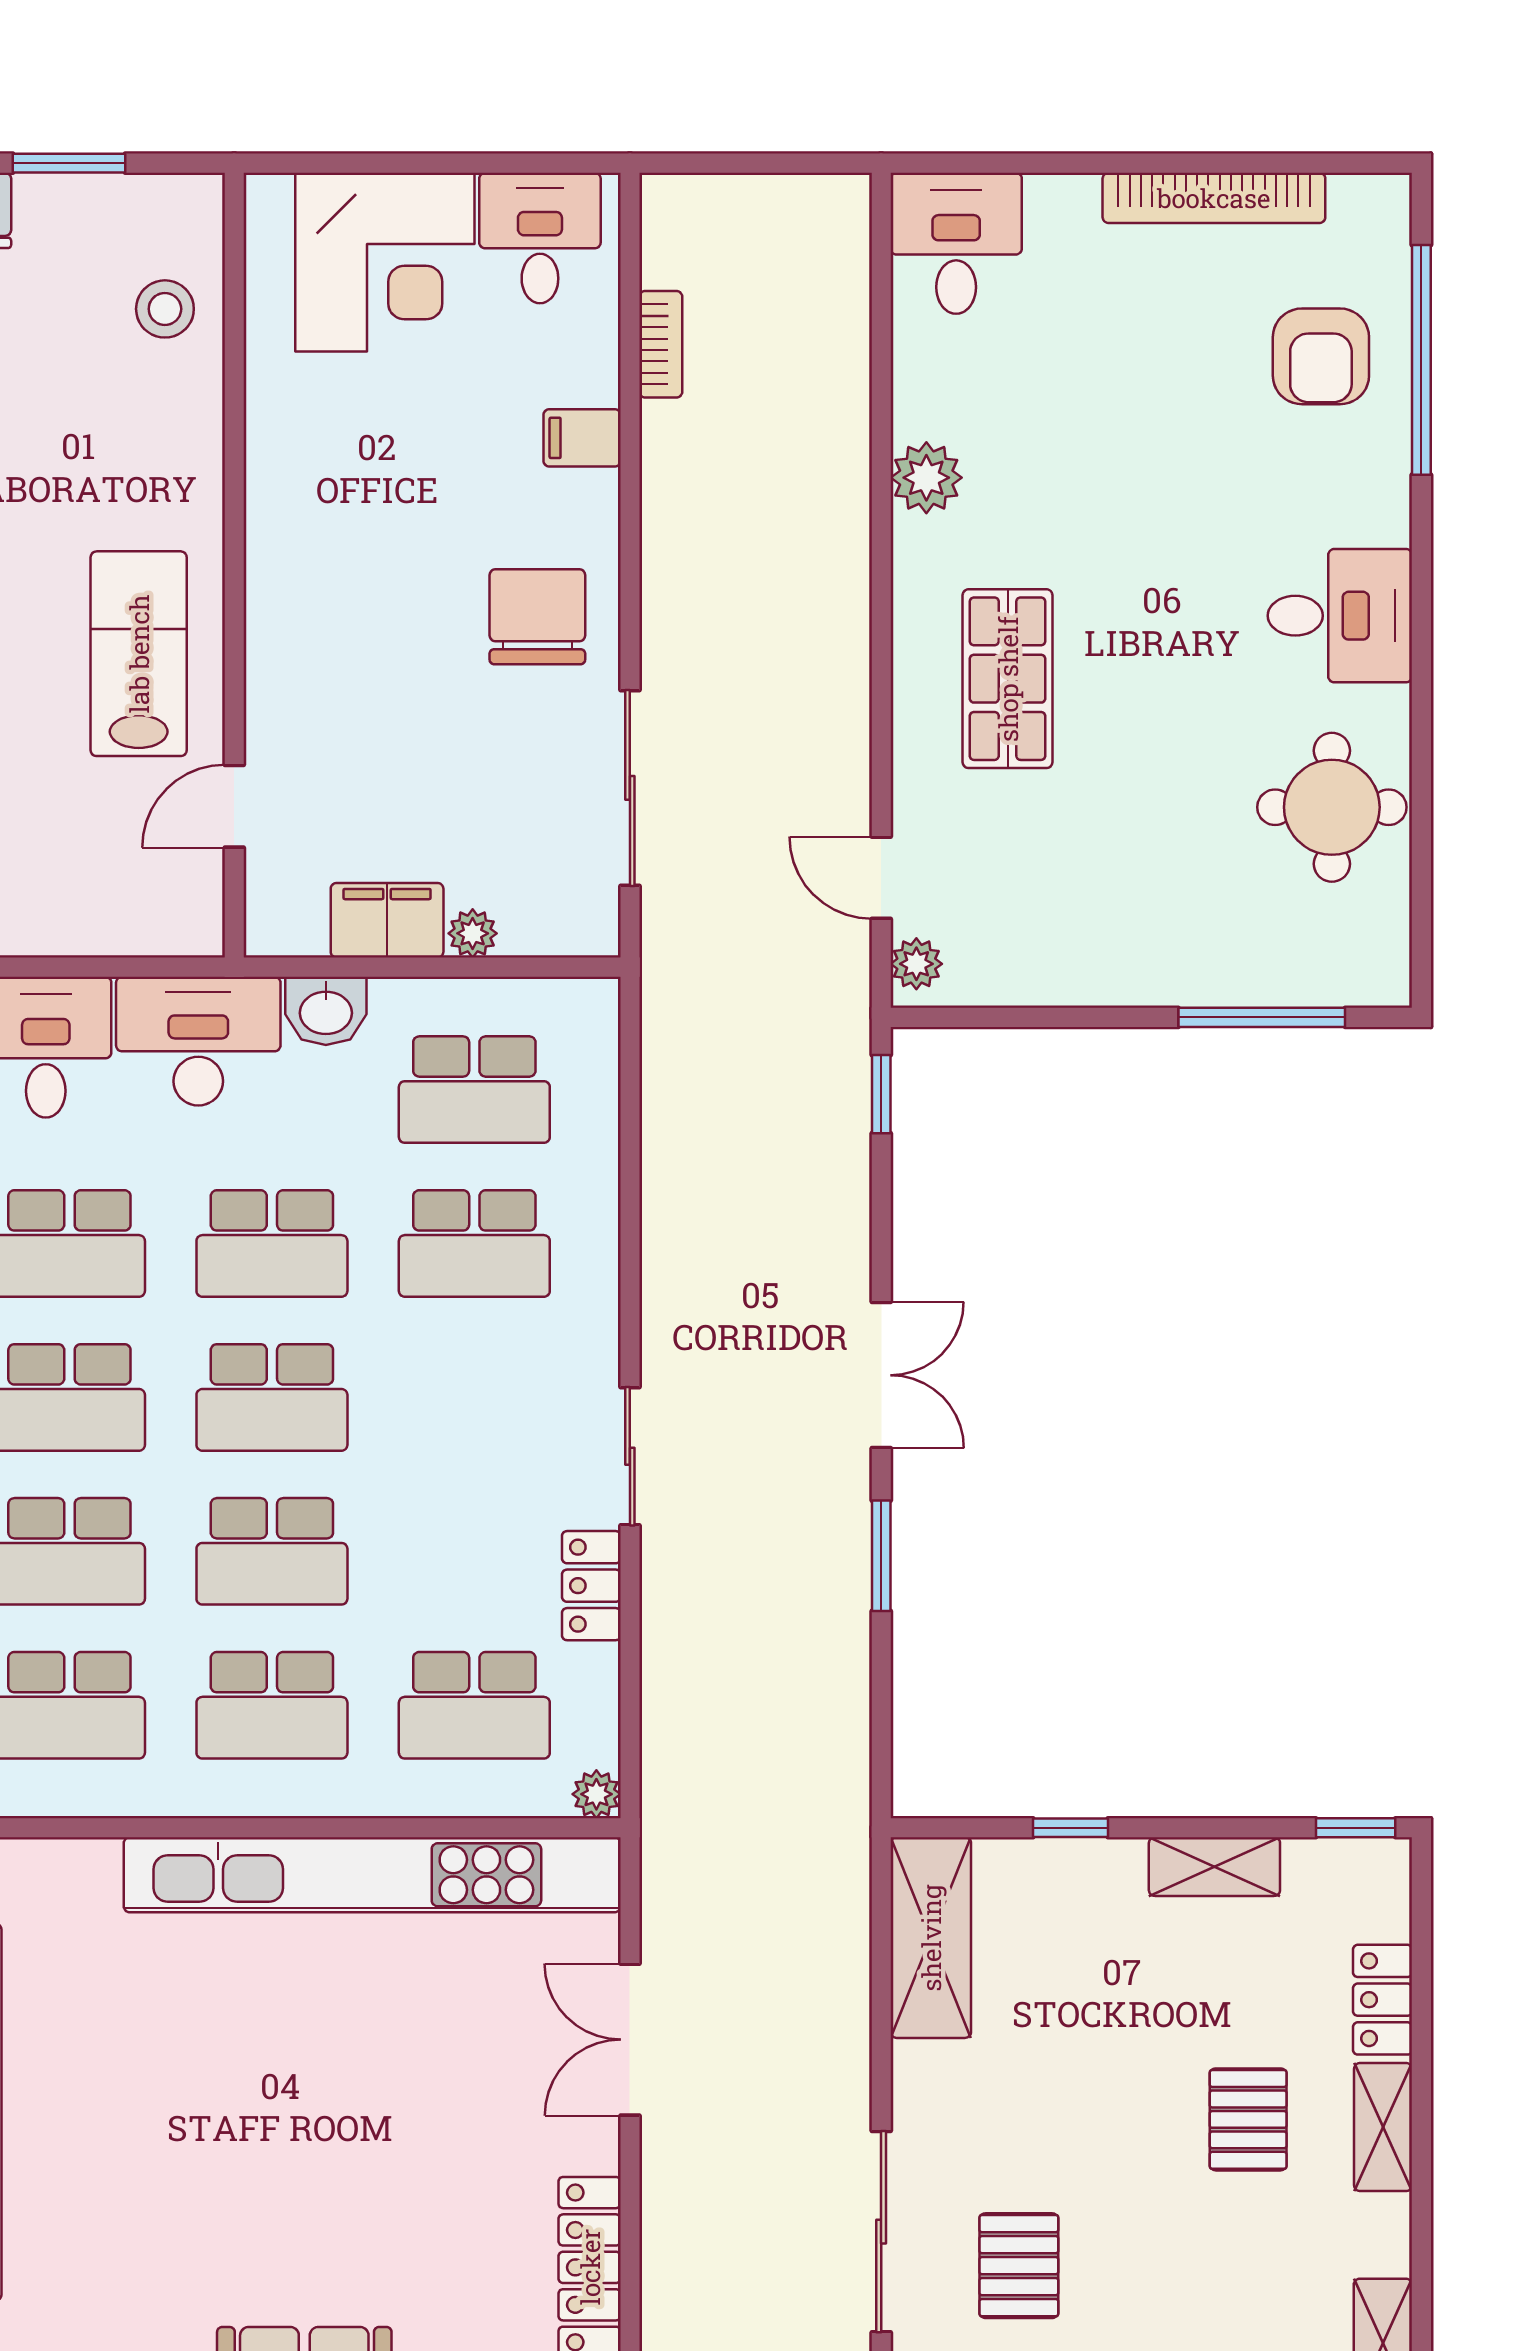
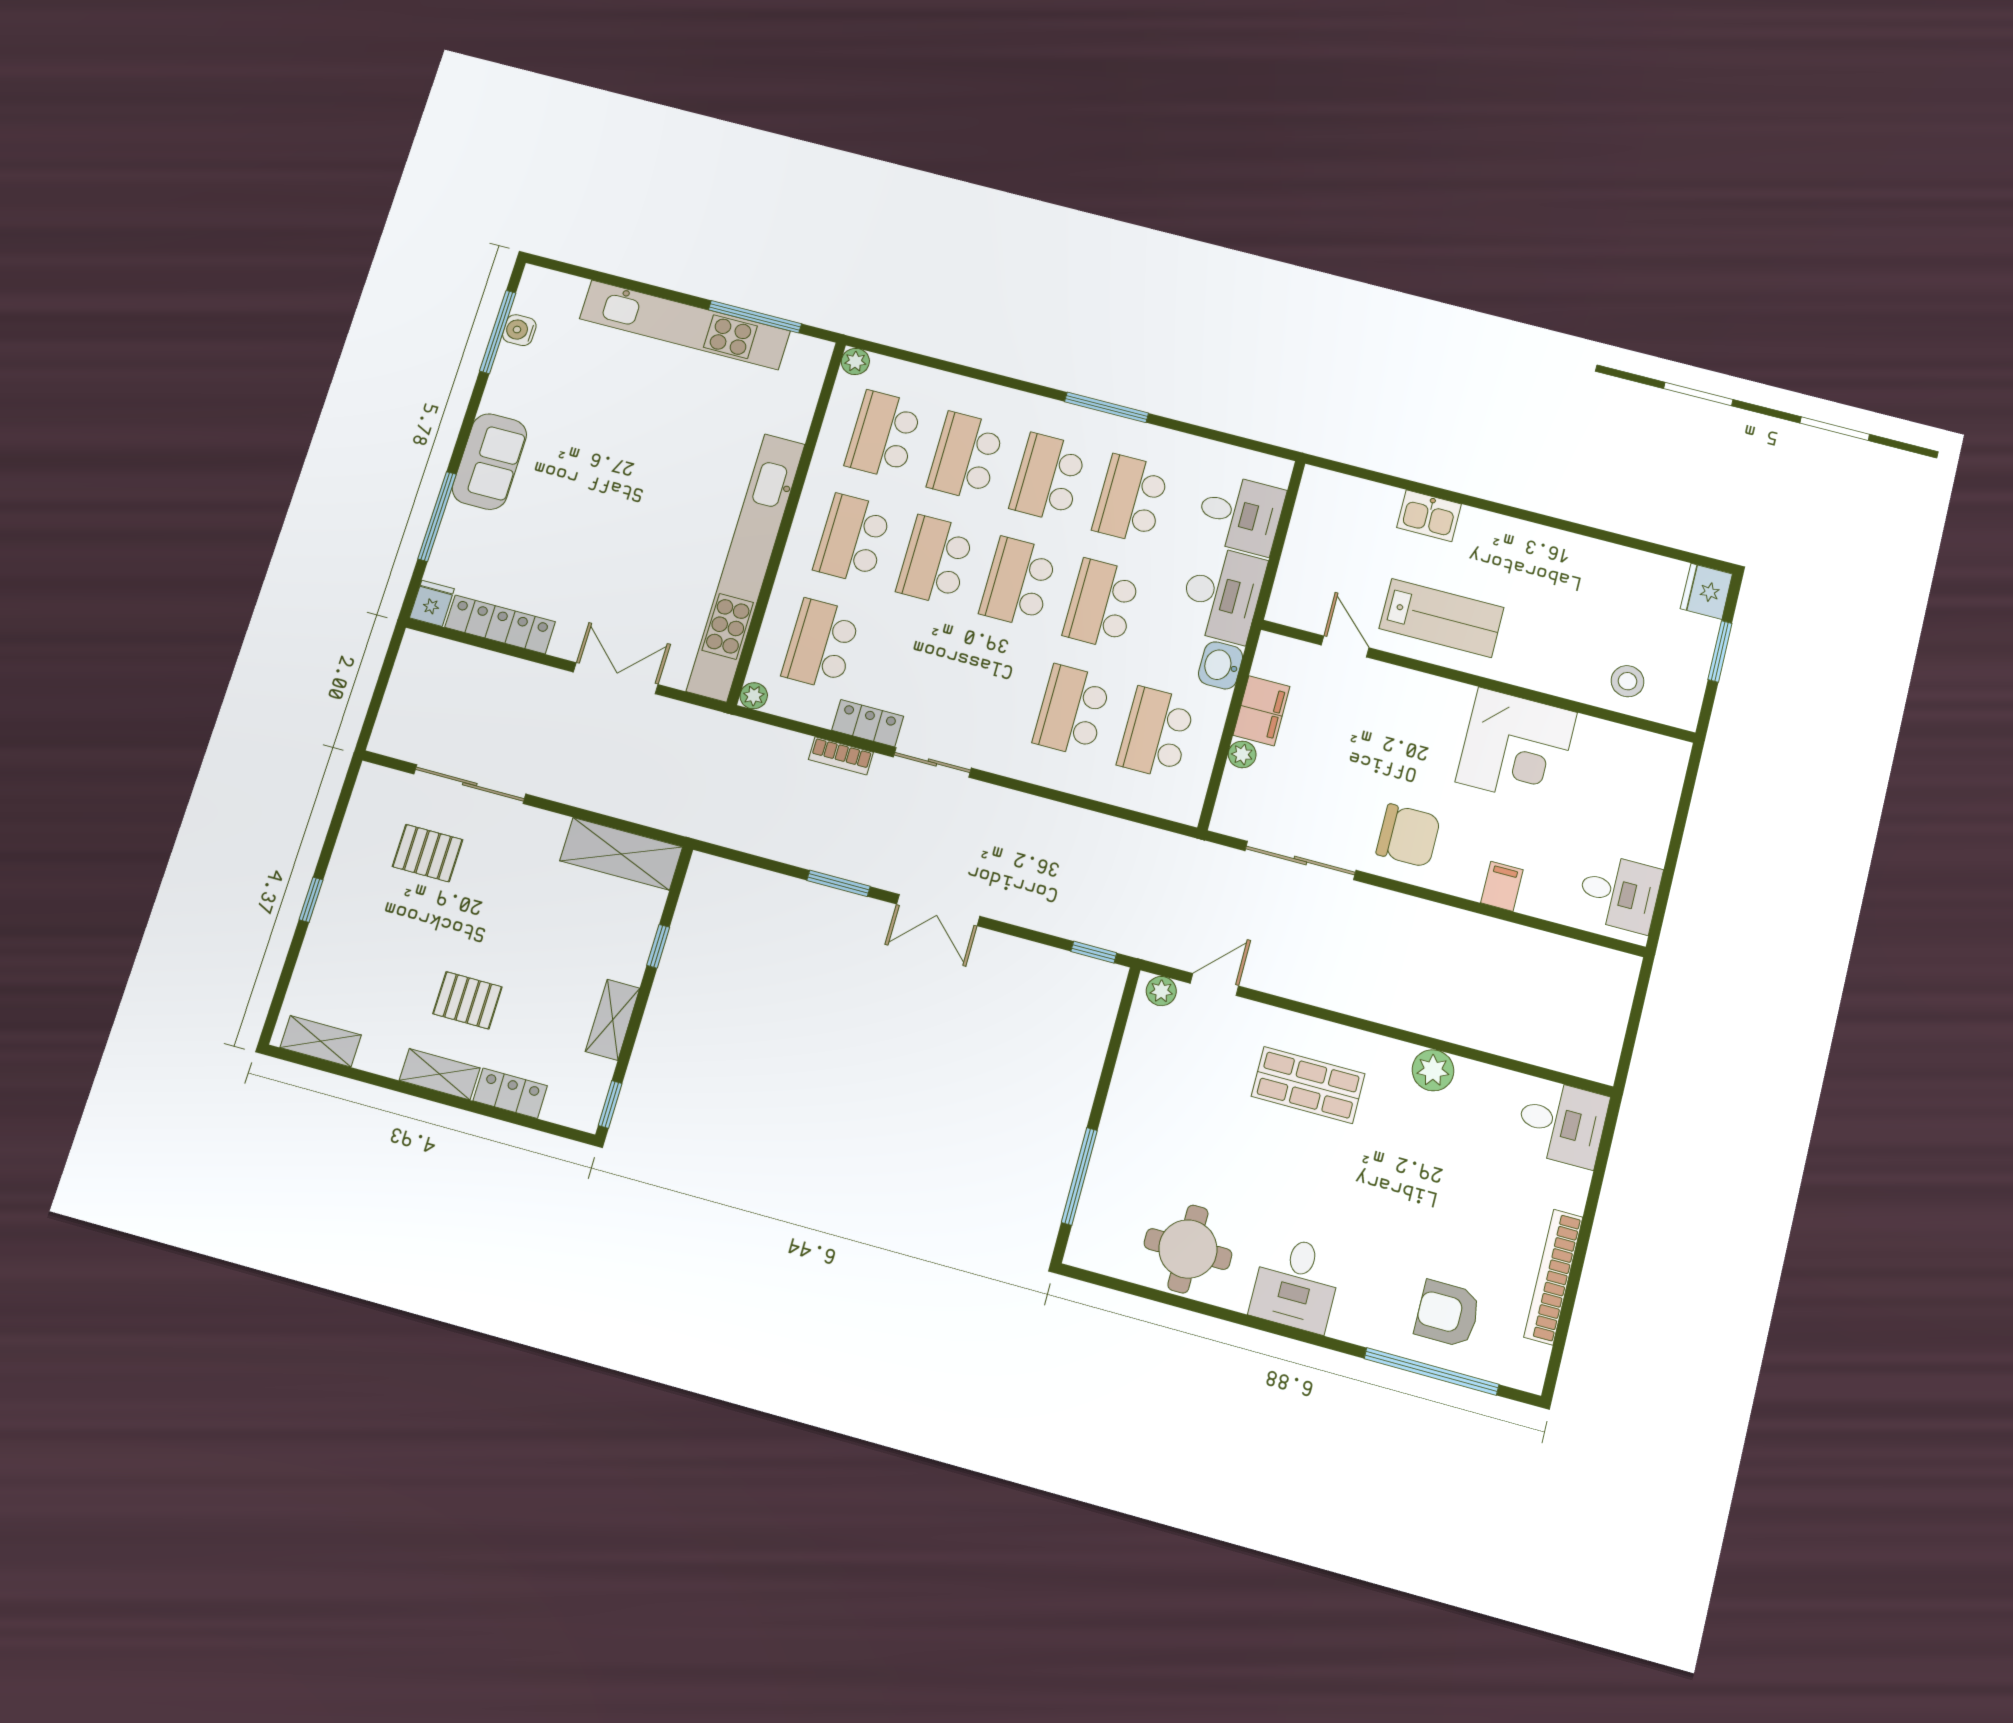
corner desk: (385, 262) -> (1516, 747), moved, turned -90
bookcase: (661, 344) -> (841, 756), moved

